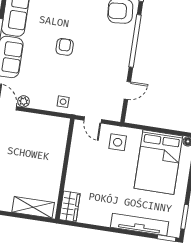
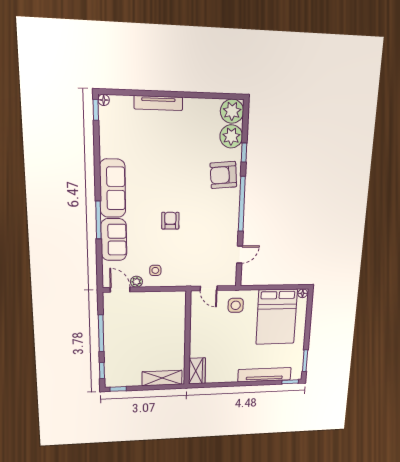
side table: (63, 102) -> (155, 270), moved

